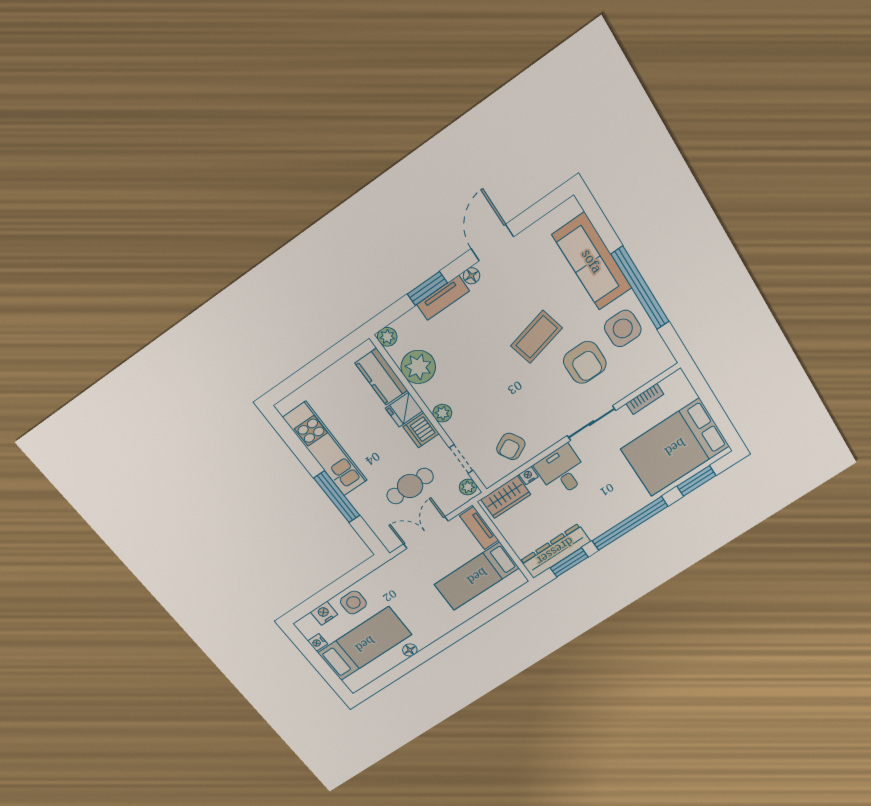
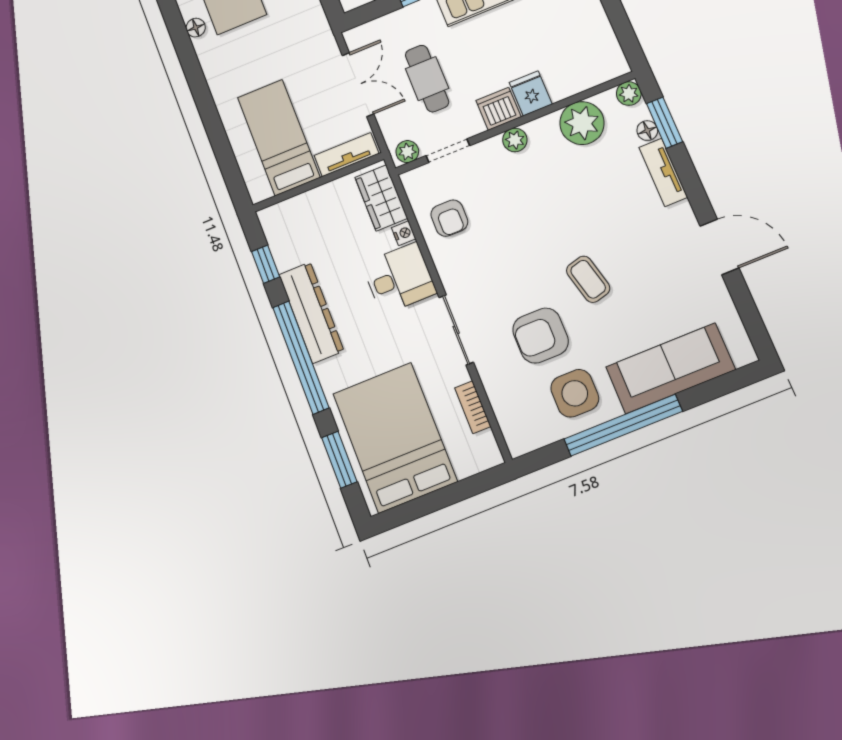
floor lamp: (471, 276) -> (647, 131), moved
window: (427, 288) -> (664, 123), moved
coffee table: (537, 337) -> (588, 279), width x0.73, depth x0.77
kitchen counter: (381, 377) -> (580, 75), removed
armchair: (511, 446) -> (449, 218), turned -152
dresser: (555, 551) -> (311, 313), moved
window: (569, 562) -> (266, 264), width x0.67

